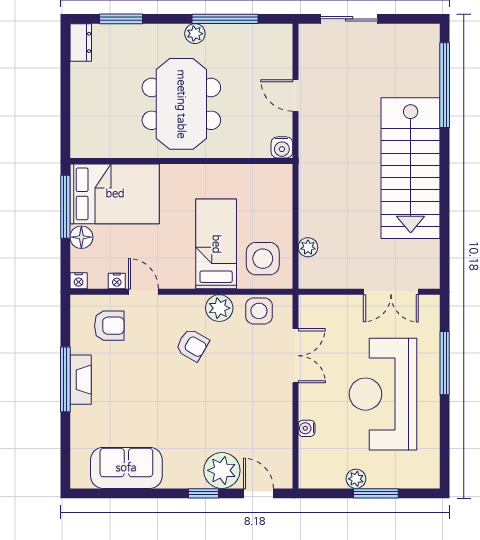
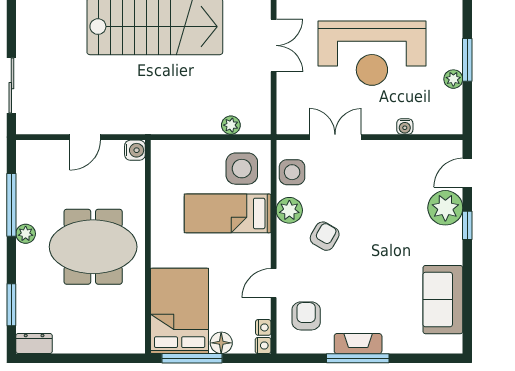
nightstand: (117, 281) -> (263, 327), moved

